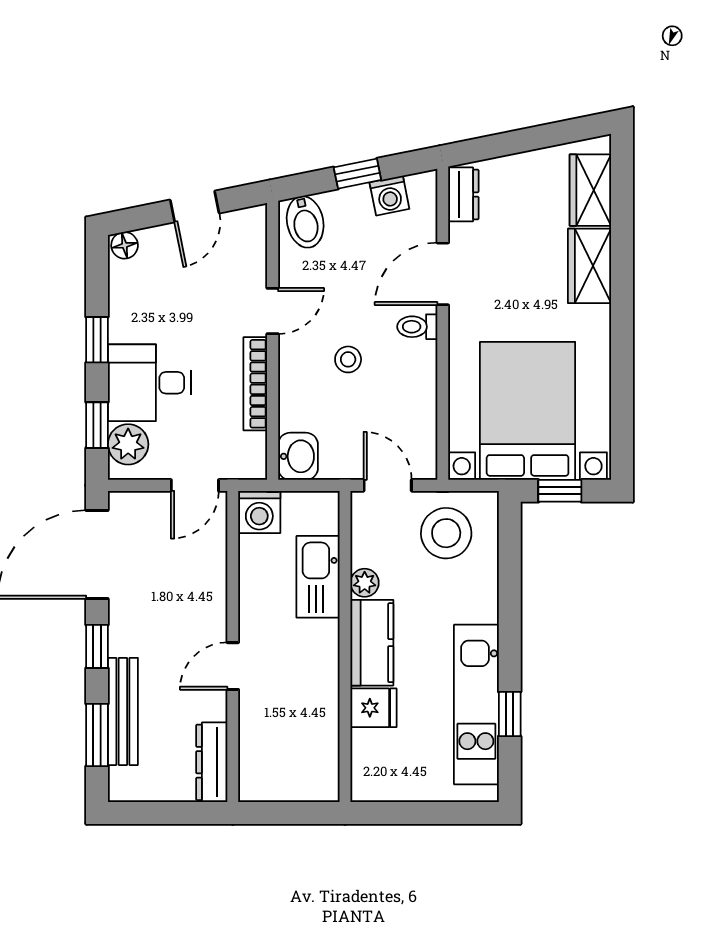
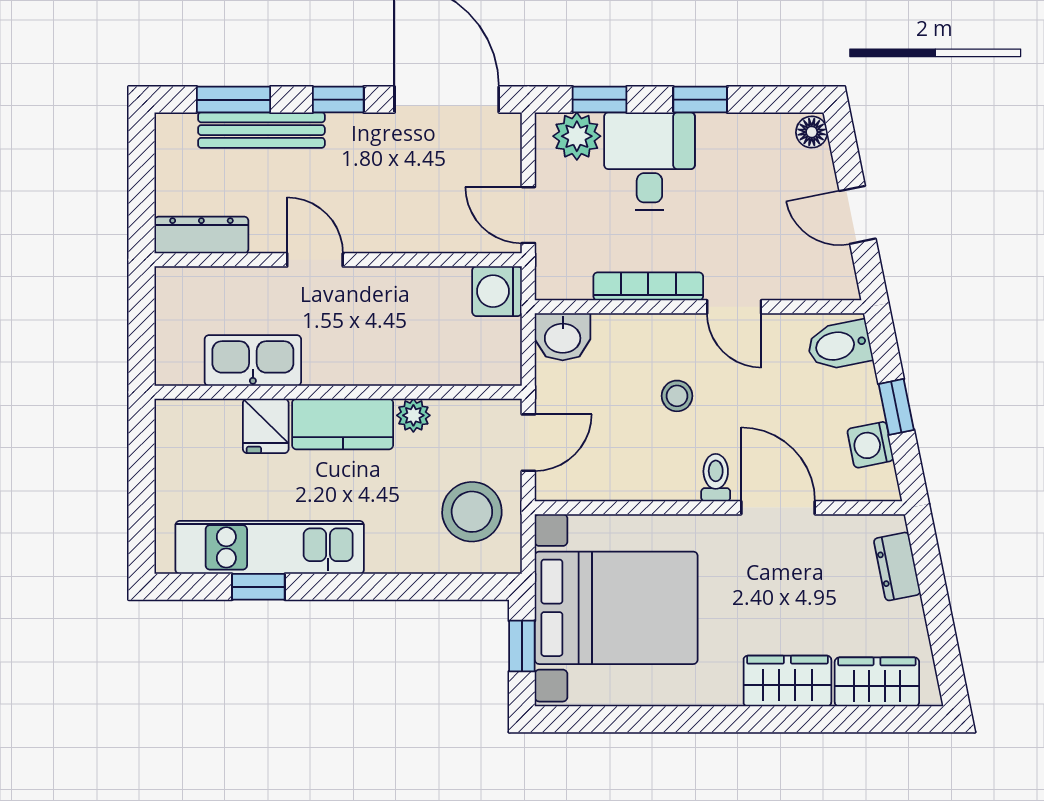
dresser: (463, 194) -> (897, 566), moved, turned 79
kitchen sink: (318, 577) -> (253, 360), moved

